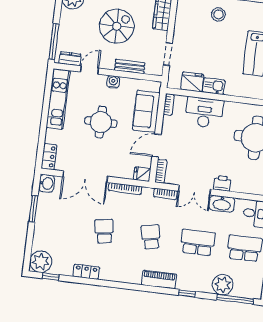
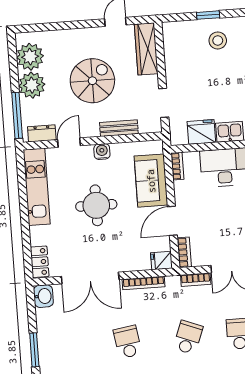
plant: (70, 20) -> (32, 85), added
window: (33, 209) -> (34, 350), moved
school desk: (151, 237) -> (188, 337), turned 33

